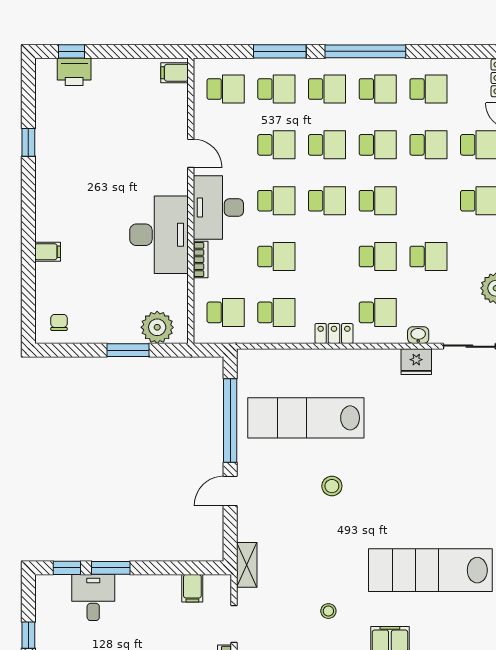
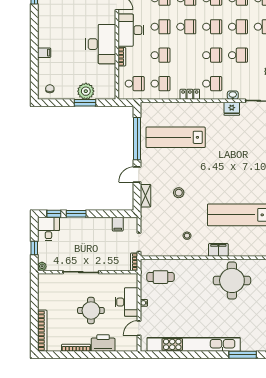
school desk: (428, 201) -> (238, 27), added
plant: (157, 327) -> (86, 91), moved
stool: (332, 486) -> (179, 193), moved
shelving: (247, 565) -> (145, 196), moved
desk: (93, 598) -> (48, 229), moved

